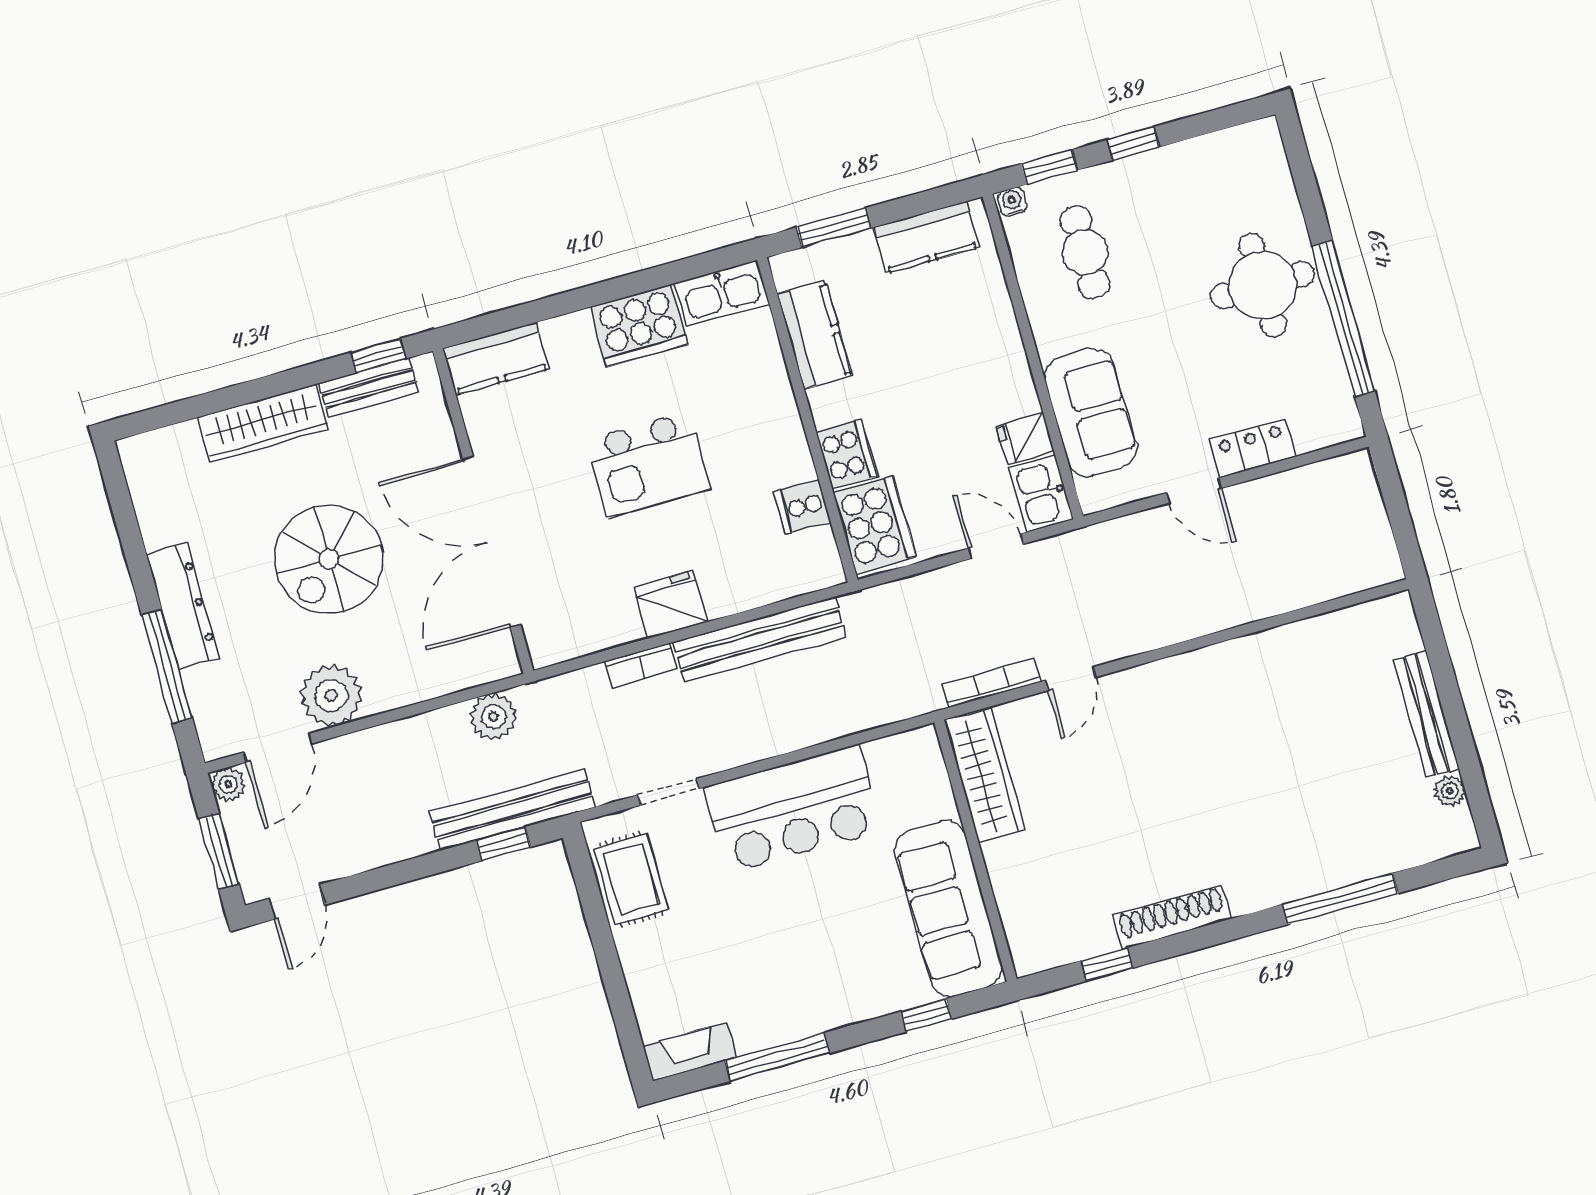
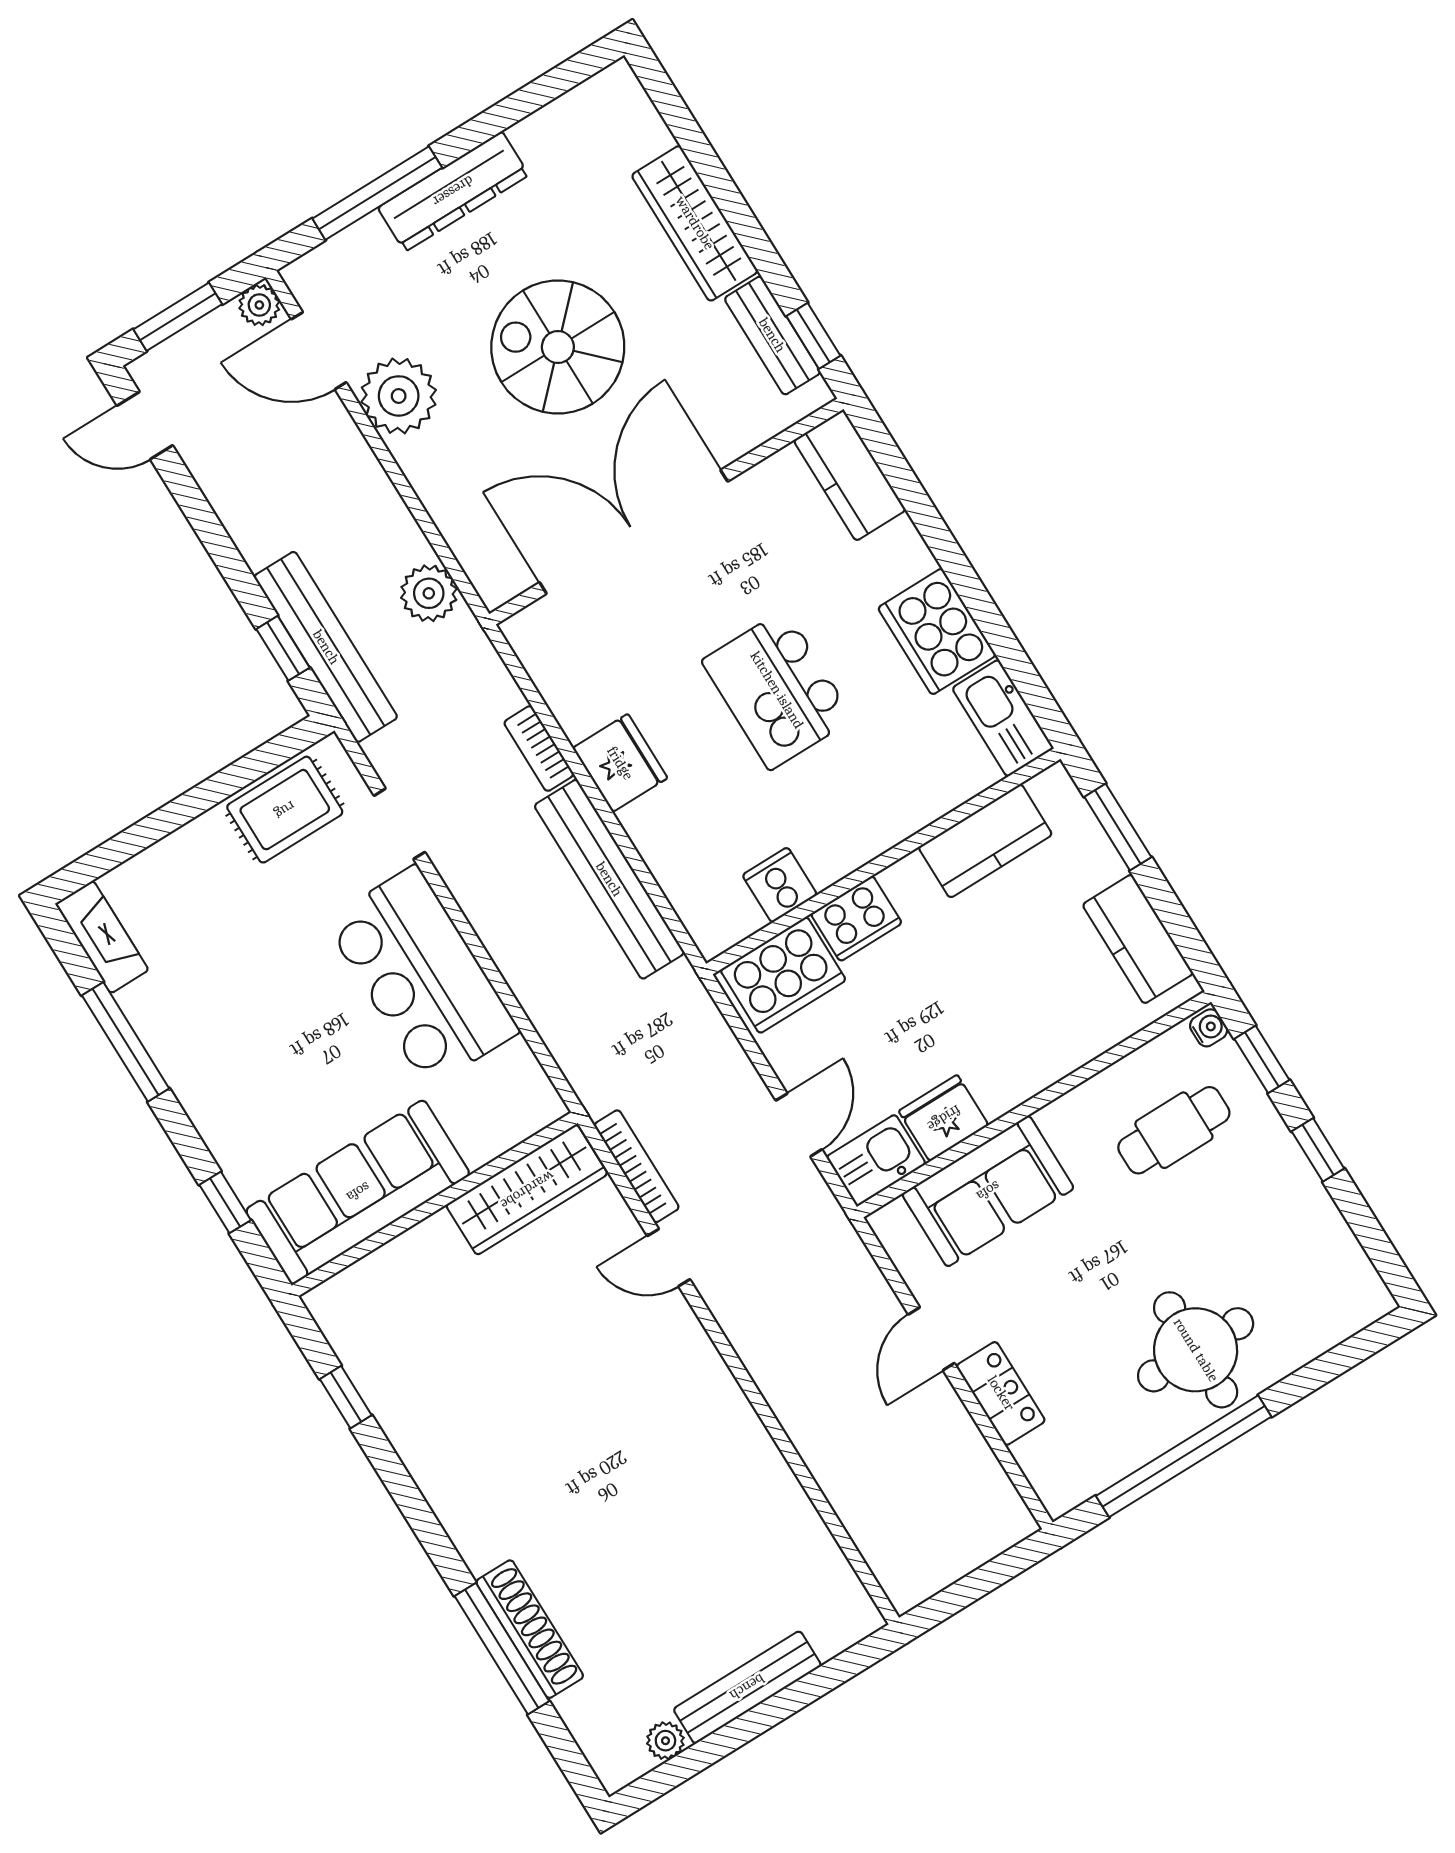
fridge: (1025, 438) -> (944, 1118), width x1.38
shoe rack: (1172, 917) -> (530, 1629), moved

